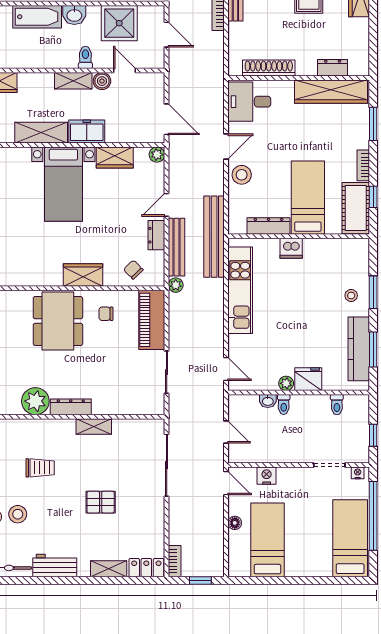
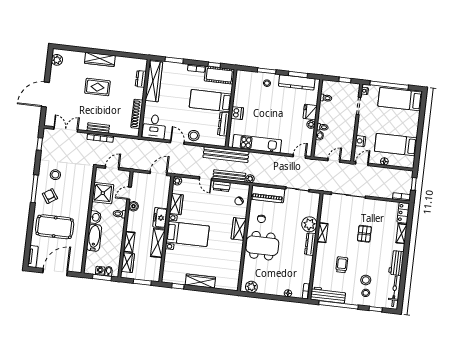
shelving: (73, 81) -> (129, 242), moved
plant: (35, 401) -> (309, 224), moved

